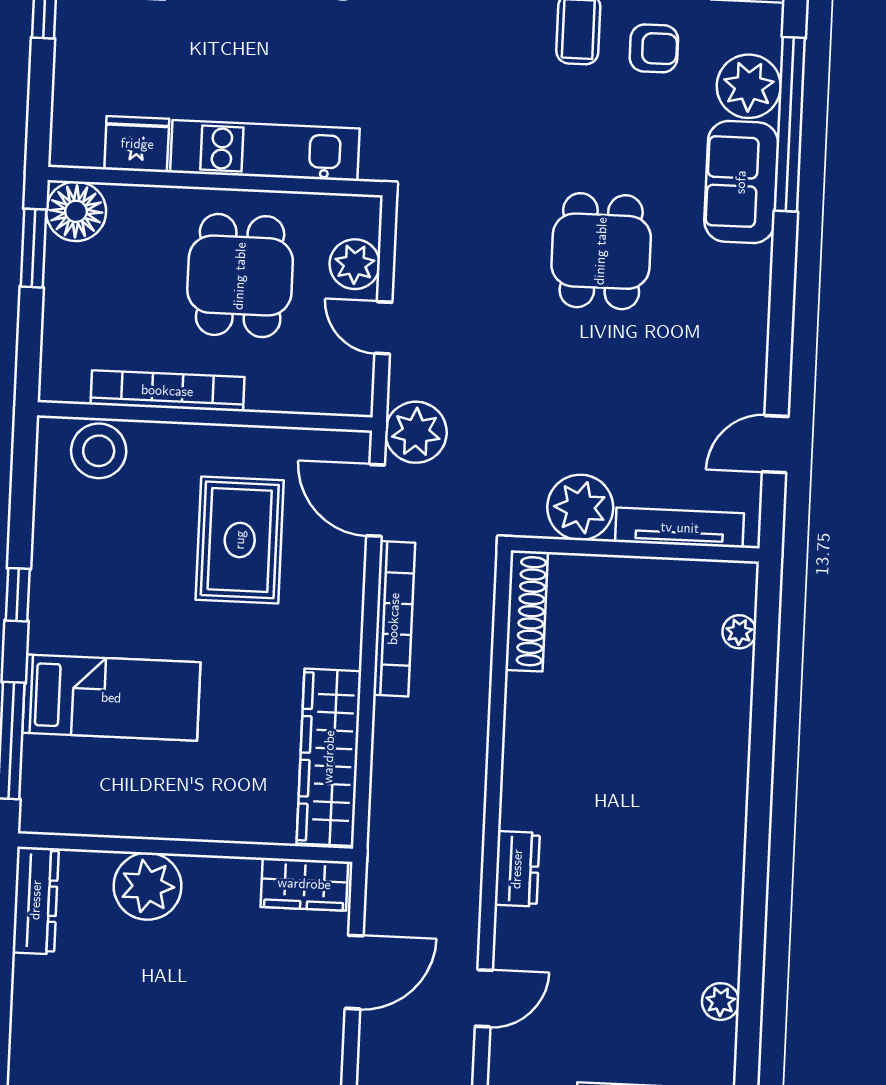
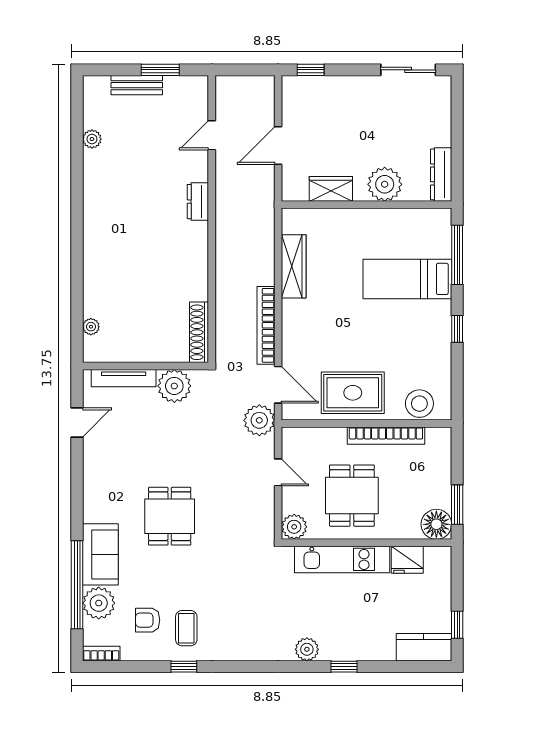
plant: (355, 264) -> (294, 527), moved
rug: (240, 540) -> (353, 393), moved, turned 90
wardrobe: (329, 757) -> (294, 266), width x0.71, depth x0.85
wardrobe: (304, 884) -> (331, 189), moved

